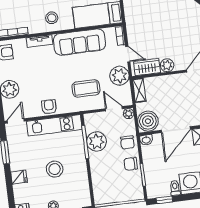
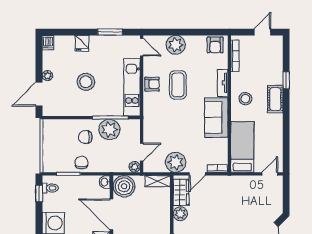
sofa: (79, 42) -> (216, 117), width x0.73
coffee table: (86, 88) -> (178, 85), moved
chair: (127, 142) -> (85, 137), moved
toilet: (175, 188) -> (50, 188), moved

